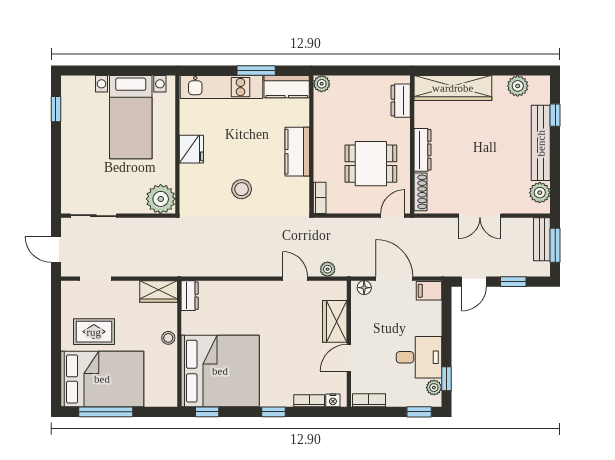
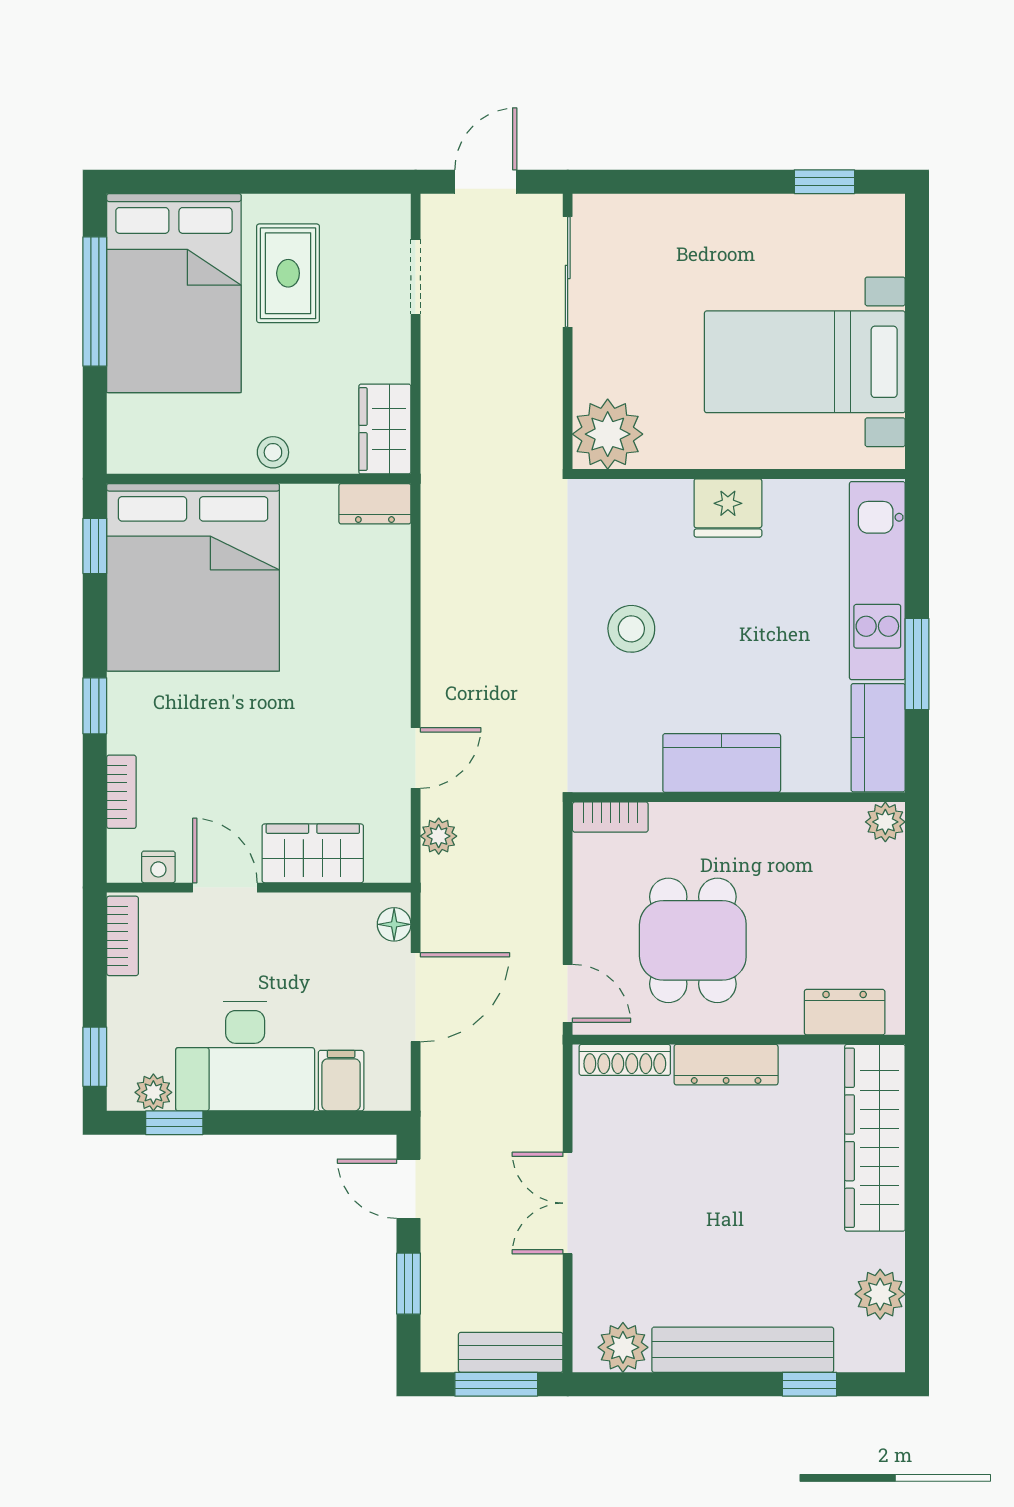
filing cabinet: (429, 291) -> (341, 1081), moved
desk: (419, 357) -> (245, 1056), width x1.37
nightstand: (333, 400) -> (158, 867), moved, turned -90

